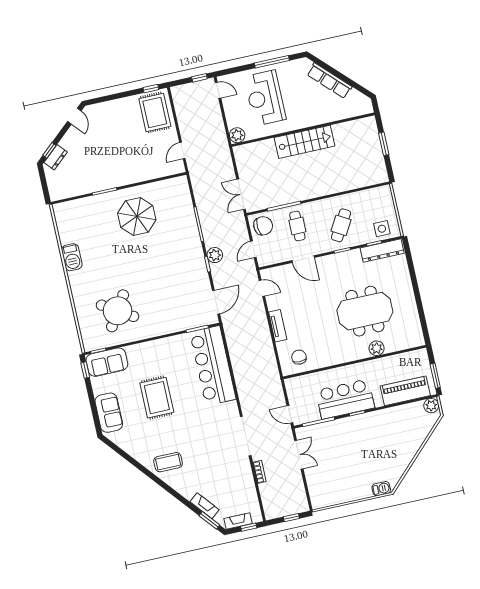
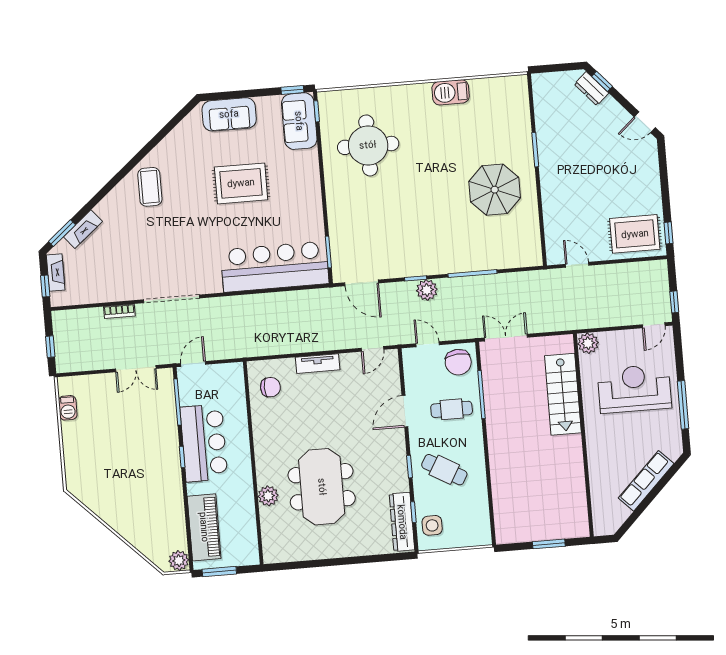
stairs: (305, 142) -> (563, 394), moved
round table: (118, 311) -> (368, 145), turned -32
barbecue: (381, 489) -> (68, 408), moved

